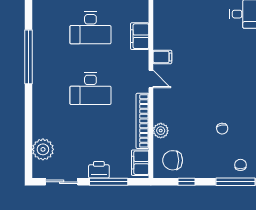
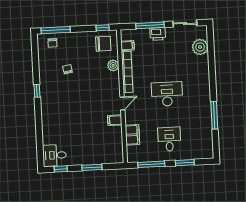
desk: (90, 28) -> (169, 139), width x0.73
window: (29, 57) -> (214, 115), width x0.68
door: (151, 79) -> (122, 103), swing flipped
filing cabinet: (140, 163) -> (128, 46), width x0.50
window: (187, 182) -> (103, 28), moved

